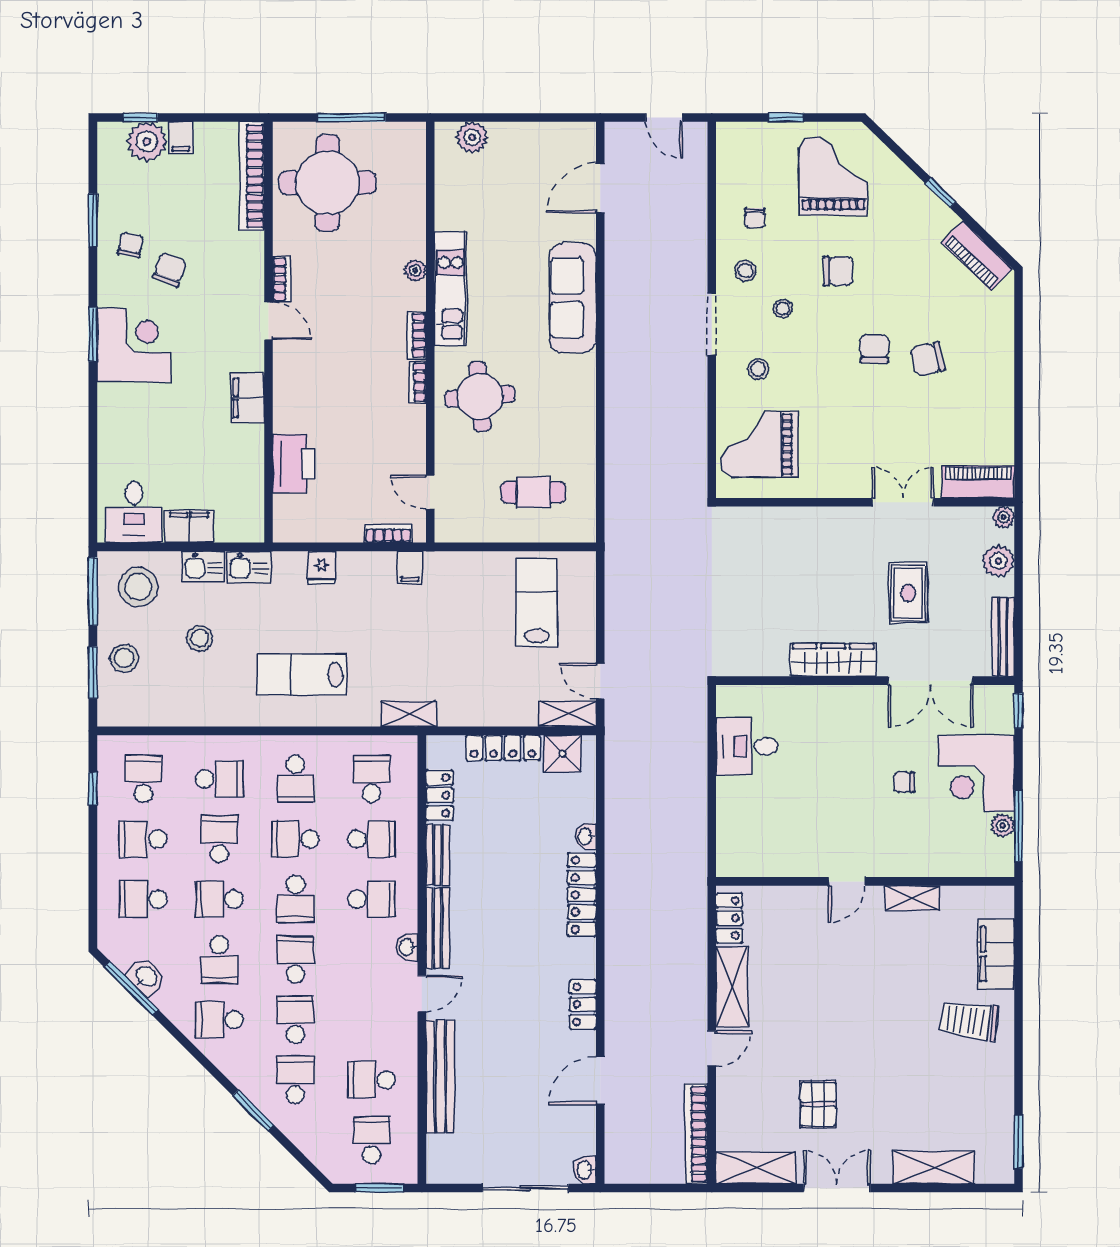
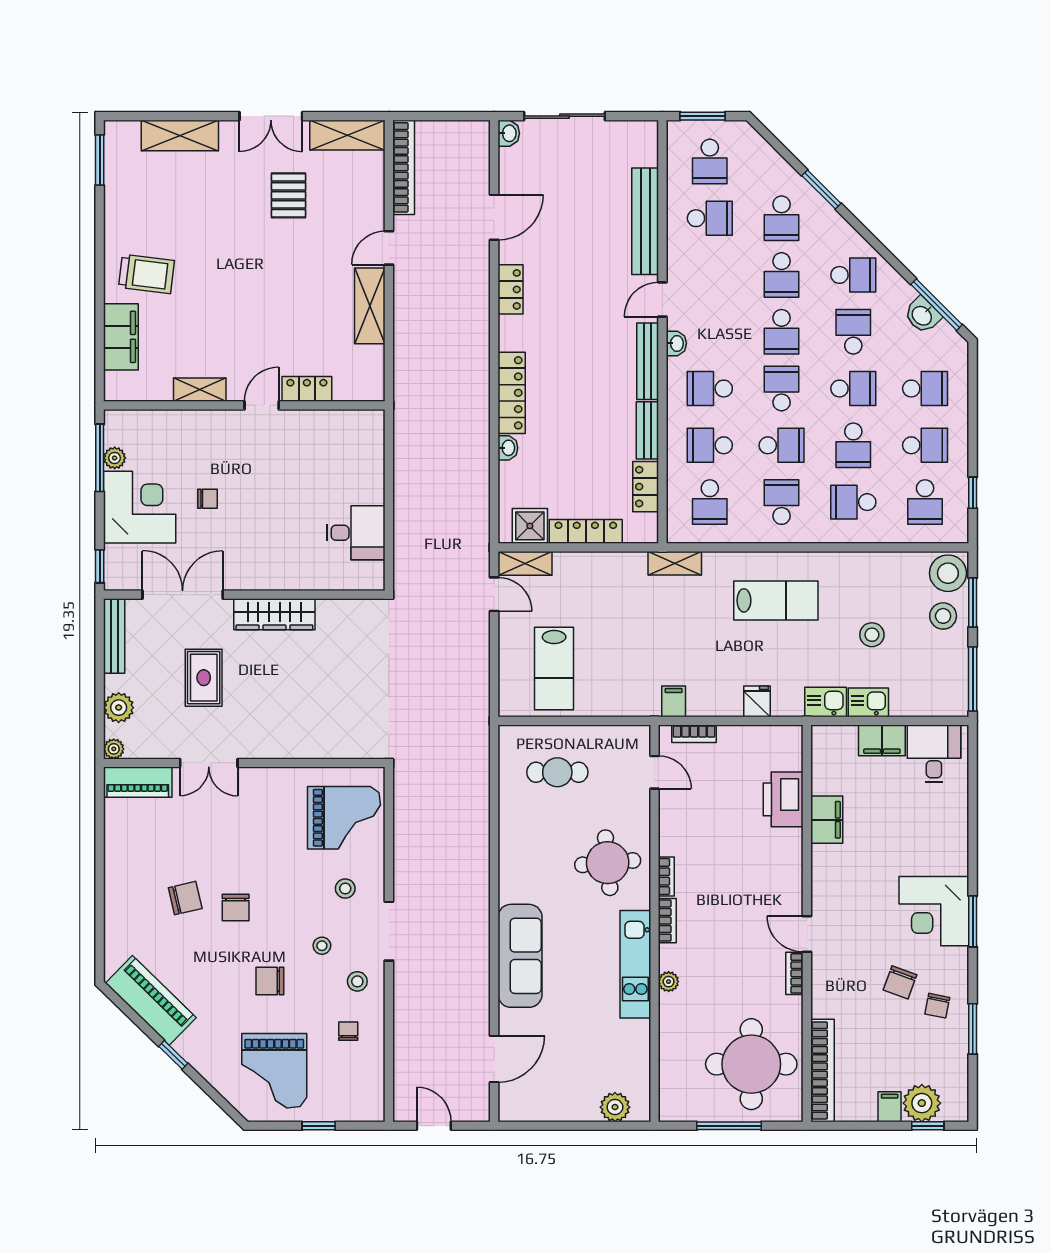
piano: (977, 256) -> (151, 1000), width x1.37, depth x1.33
filing cabinet: (248, 398) -> (827, 820), moved
stool: (138, 587) -> (948, 573), moved
locker: (729, 918) -> (307, 389), moved, turned 90

